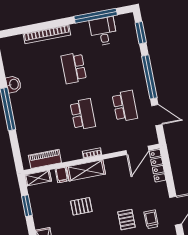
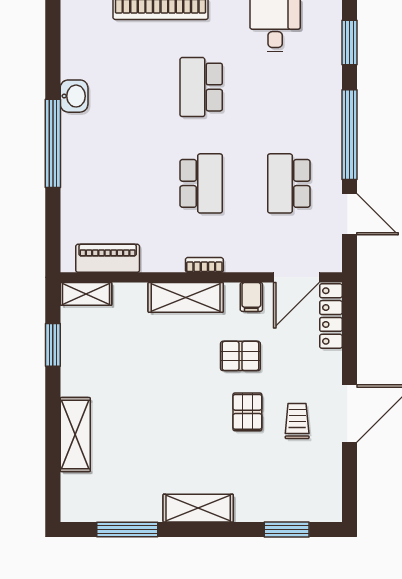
school desk: (125, 106) -> (289, 183), turned 180
filing cabinet: (62, 175) -> (251, 297), moved
pallet: (81, 206) -> (240, 356), moved

